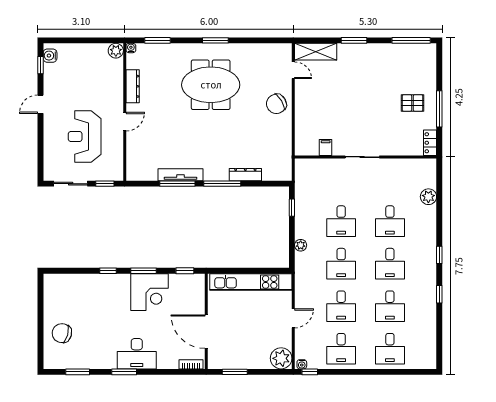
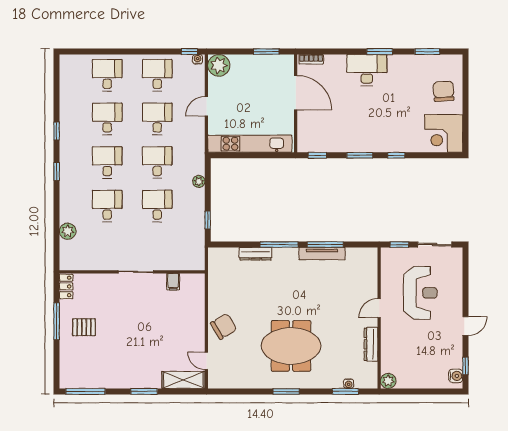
water cooler: (131, 48) -> (349, 384), moved
corner desk: (149, 292) -> (444, 133), moved, turned -90
chair: (62, 333) -> (444, 91), turned -109

